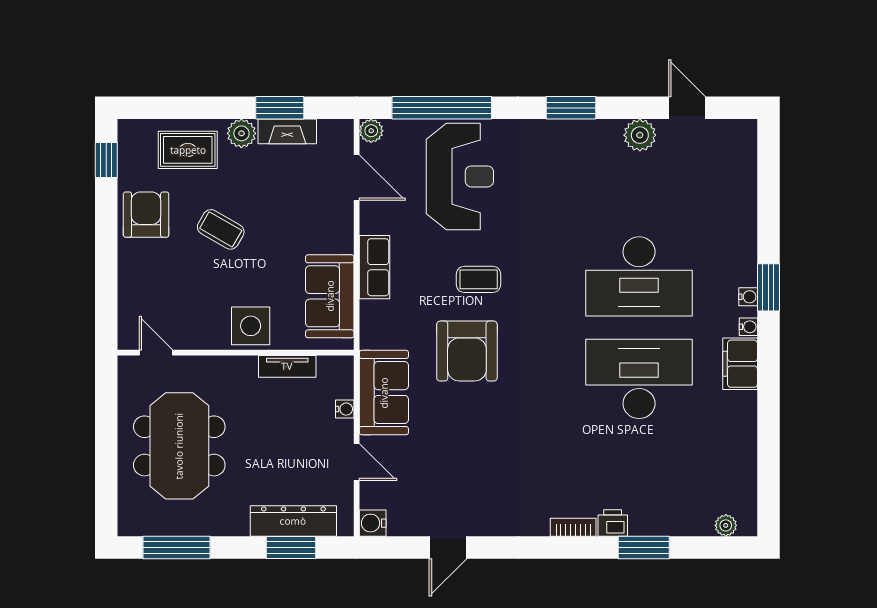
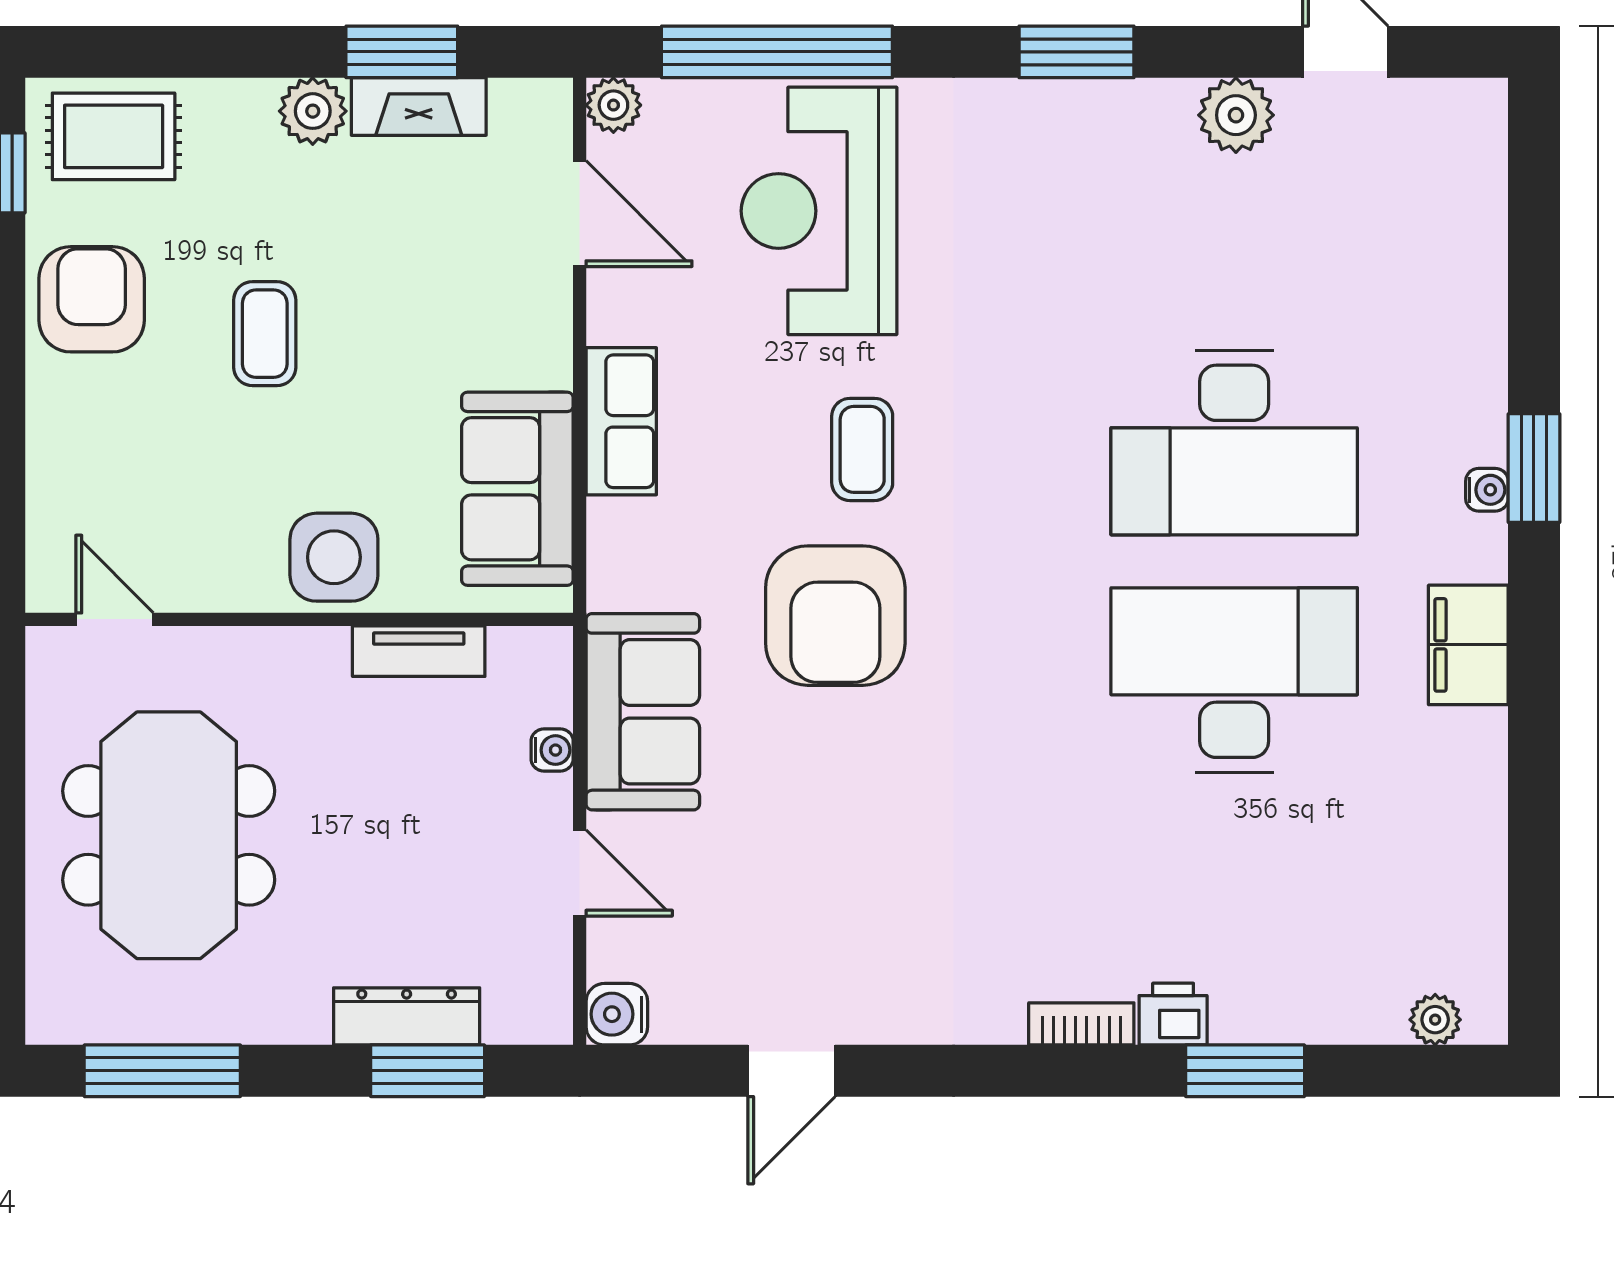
rug: (188, 150) -> (114, 136), moved
reception desk: (460, 176) -> (819, 211), turned 180
coffee table: (221, 229) -> (265, 334), turned 60
coffee table: (479, 279) -> (862, 449), turned 90
water cooler: (748, 327) -> (1488, 559), removed
dresser: (293, 521) -> (407, 1016), width x0.73, depth x0.80

